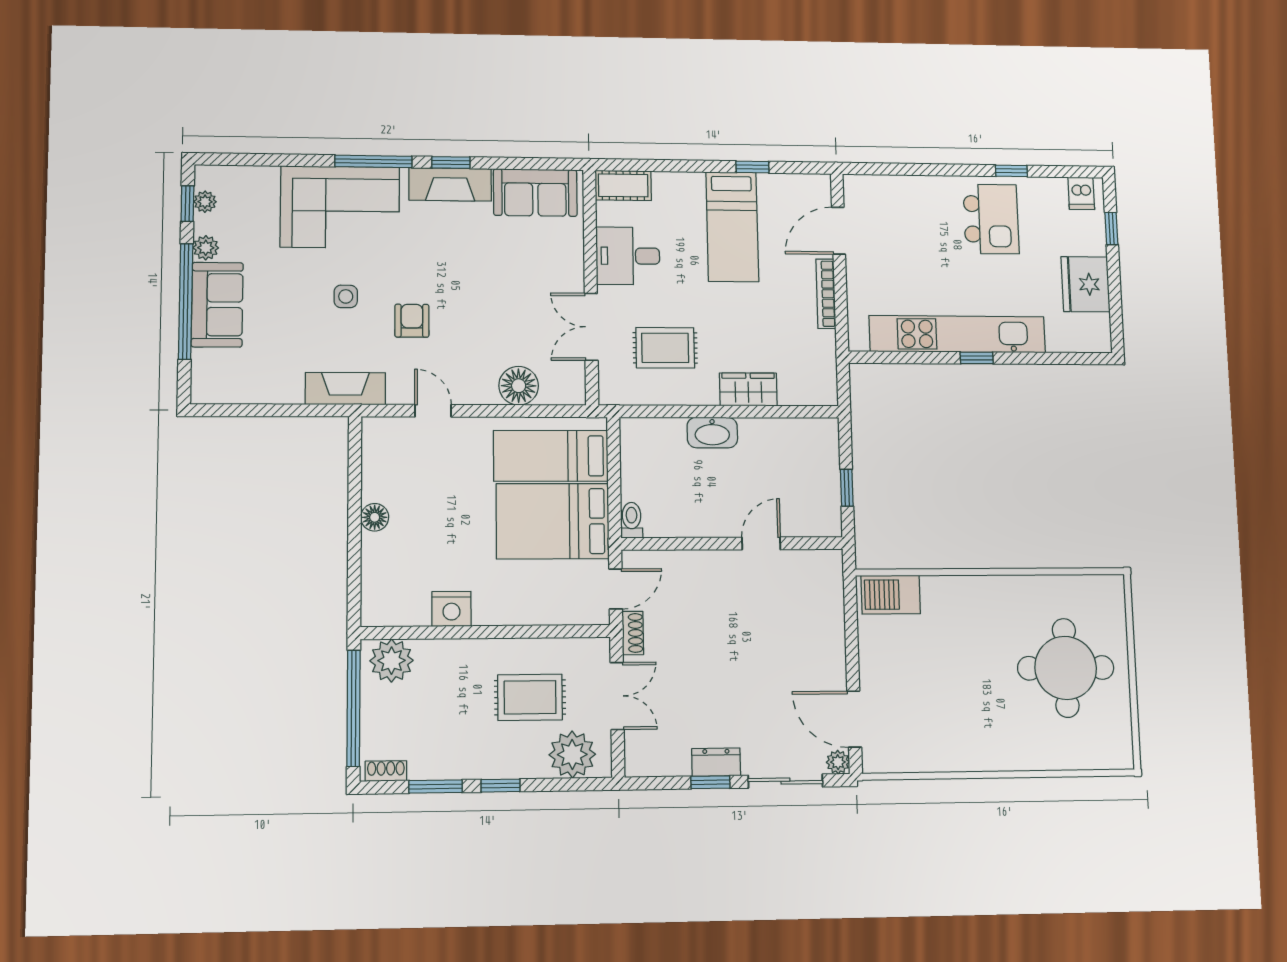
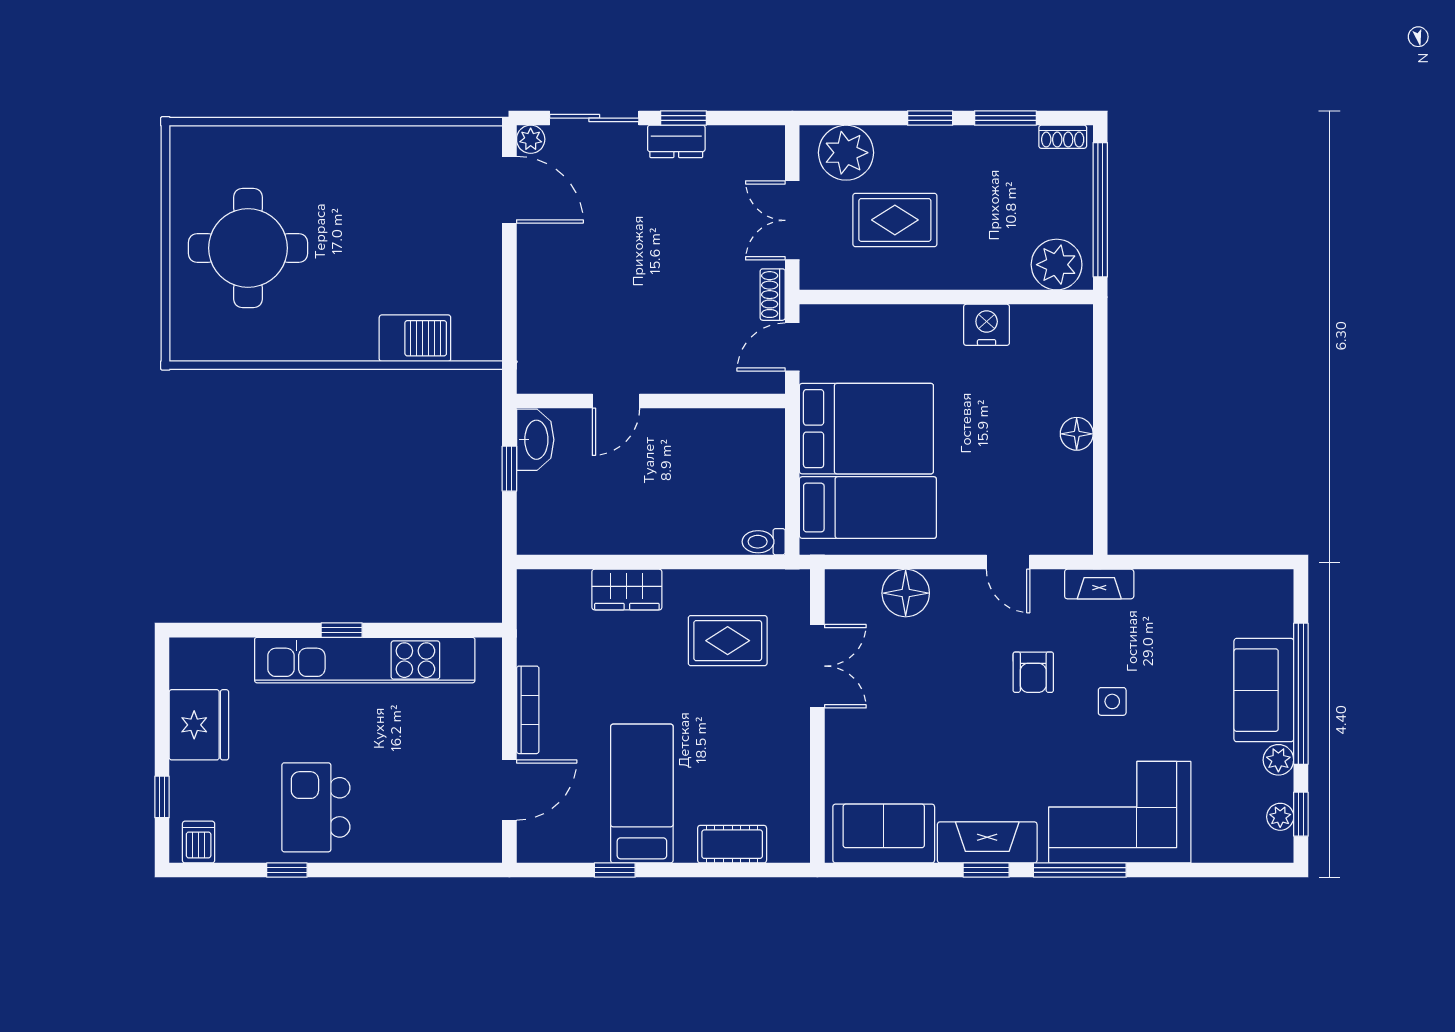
cot: (623, 185) -> (732, 844), moved
desk: (628, 256) -> (771, 755), removed
fireplace: (345, 389) -> (1099, 584), width x0.73, depth x0.76
washbasin: (712, 433) -> (535, 440), moved, turned 90
toilet: (632, 520) -> (764, 542), moved, turned 90
barbecue: (891, 595) -> (415, 338), moved

